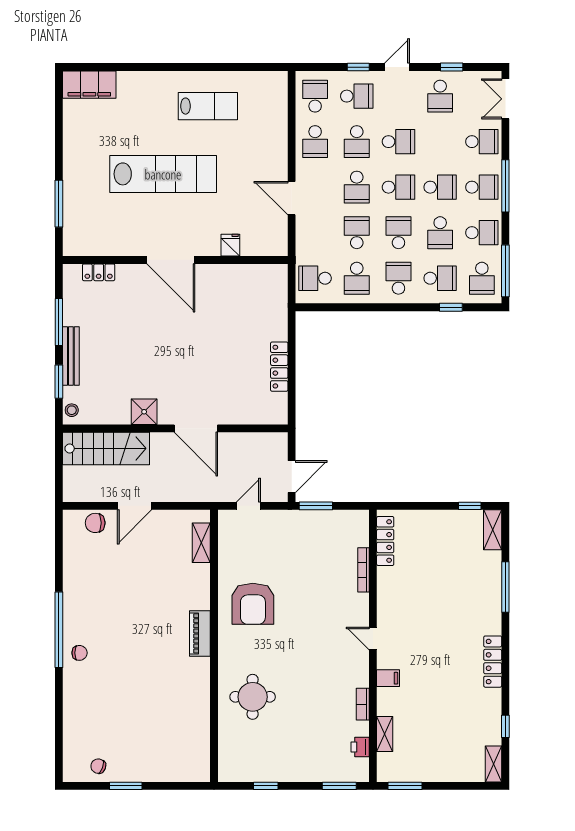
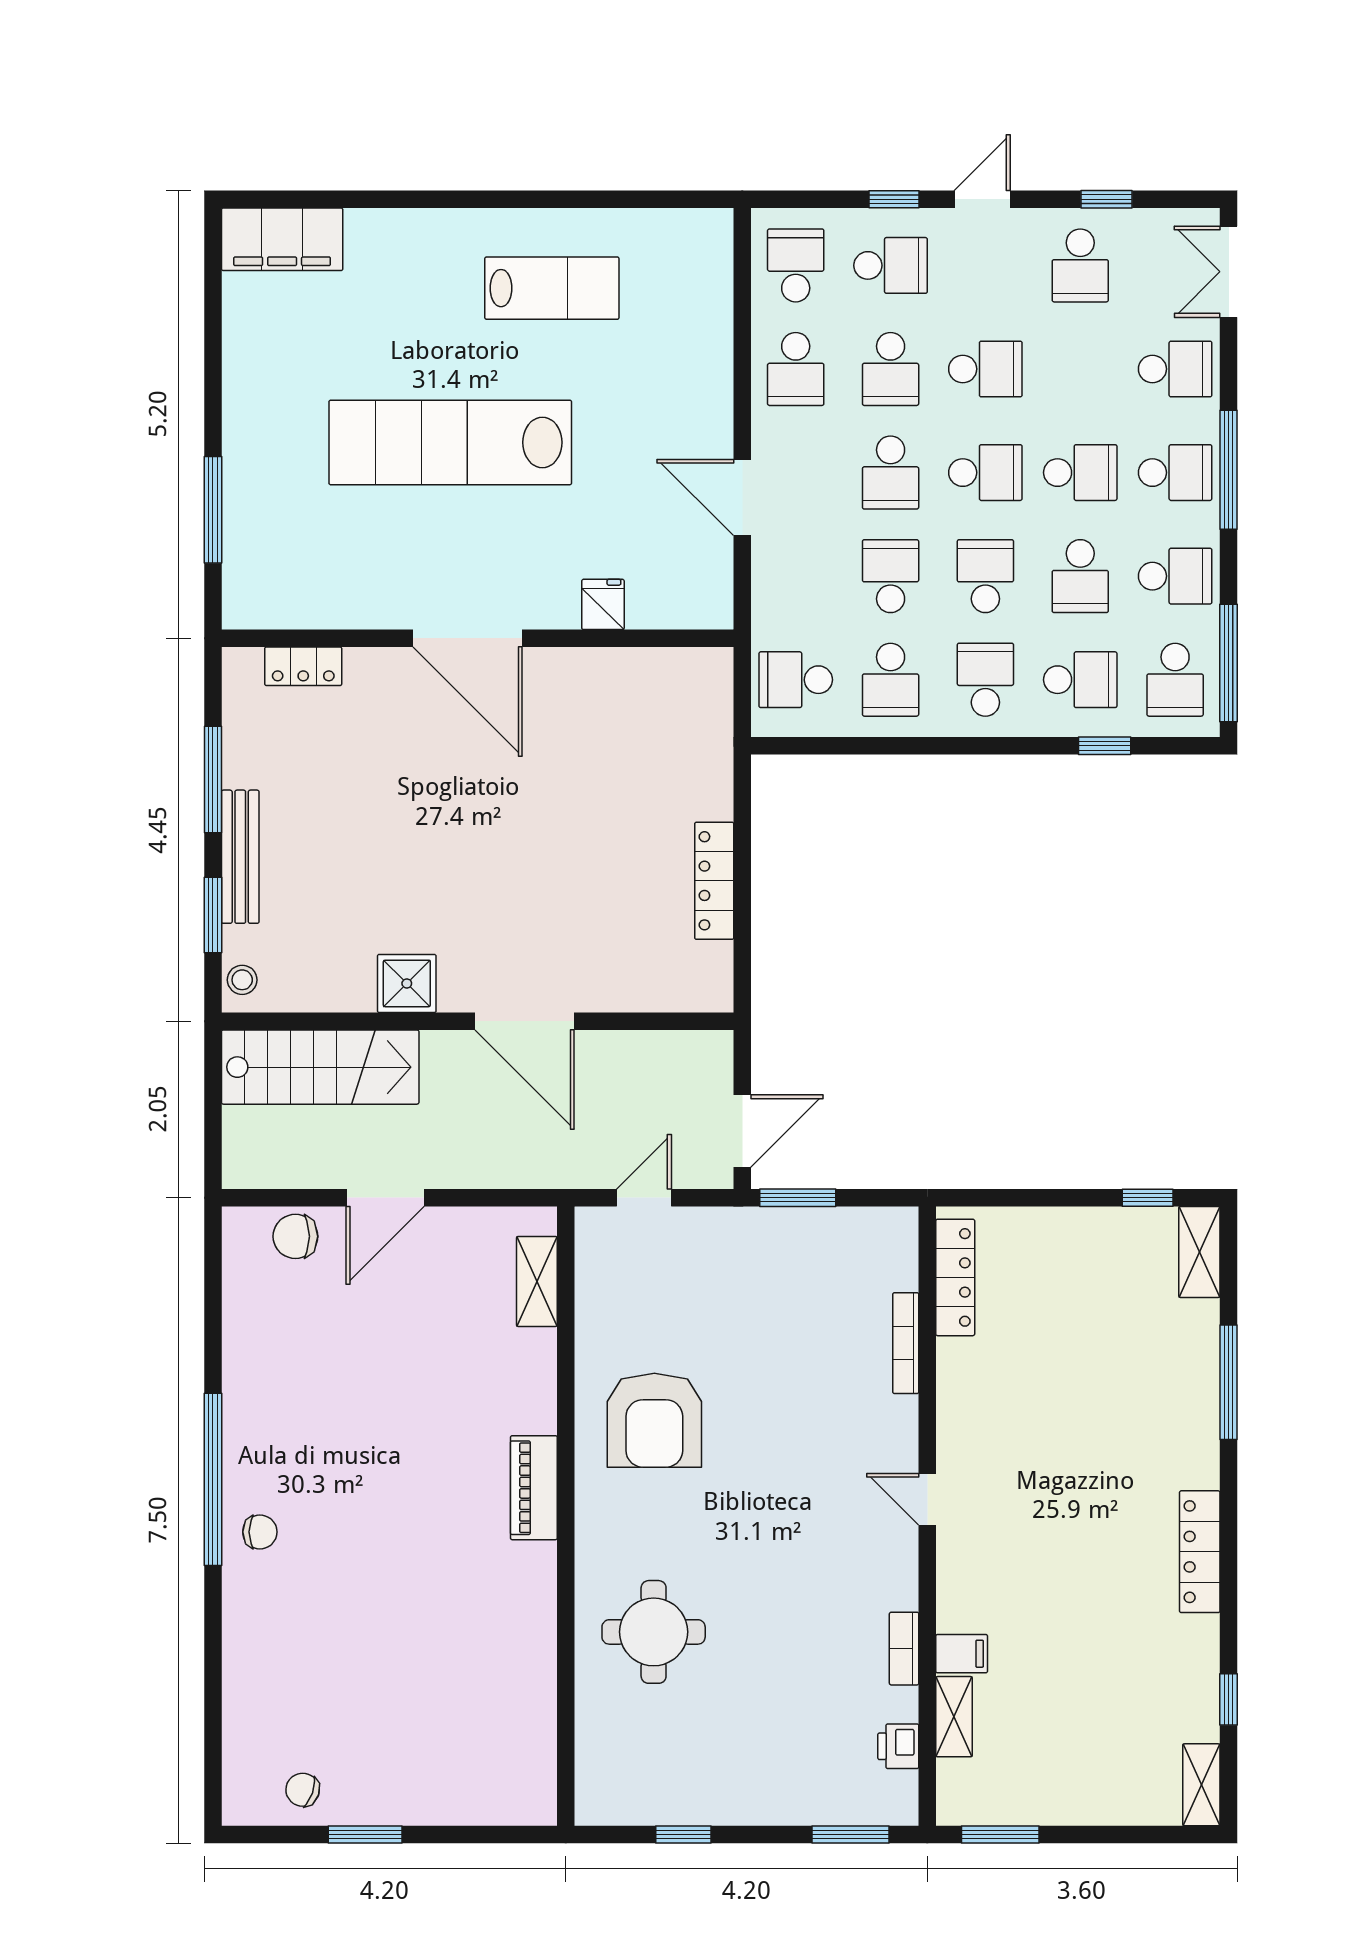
lab bench: (163, 174) -> (450, 442), turned 180
filing cabinet: (388, 678) -> (962, 1654), moved

